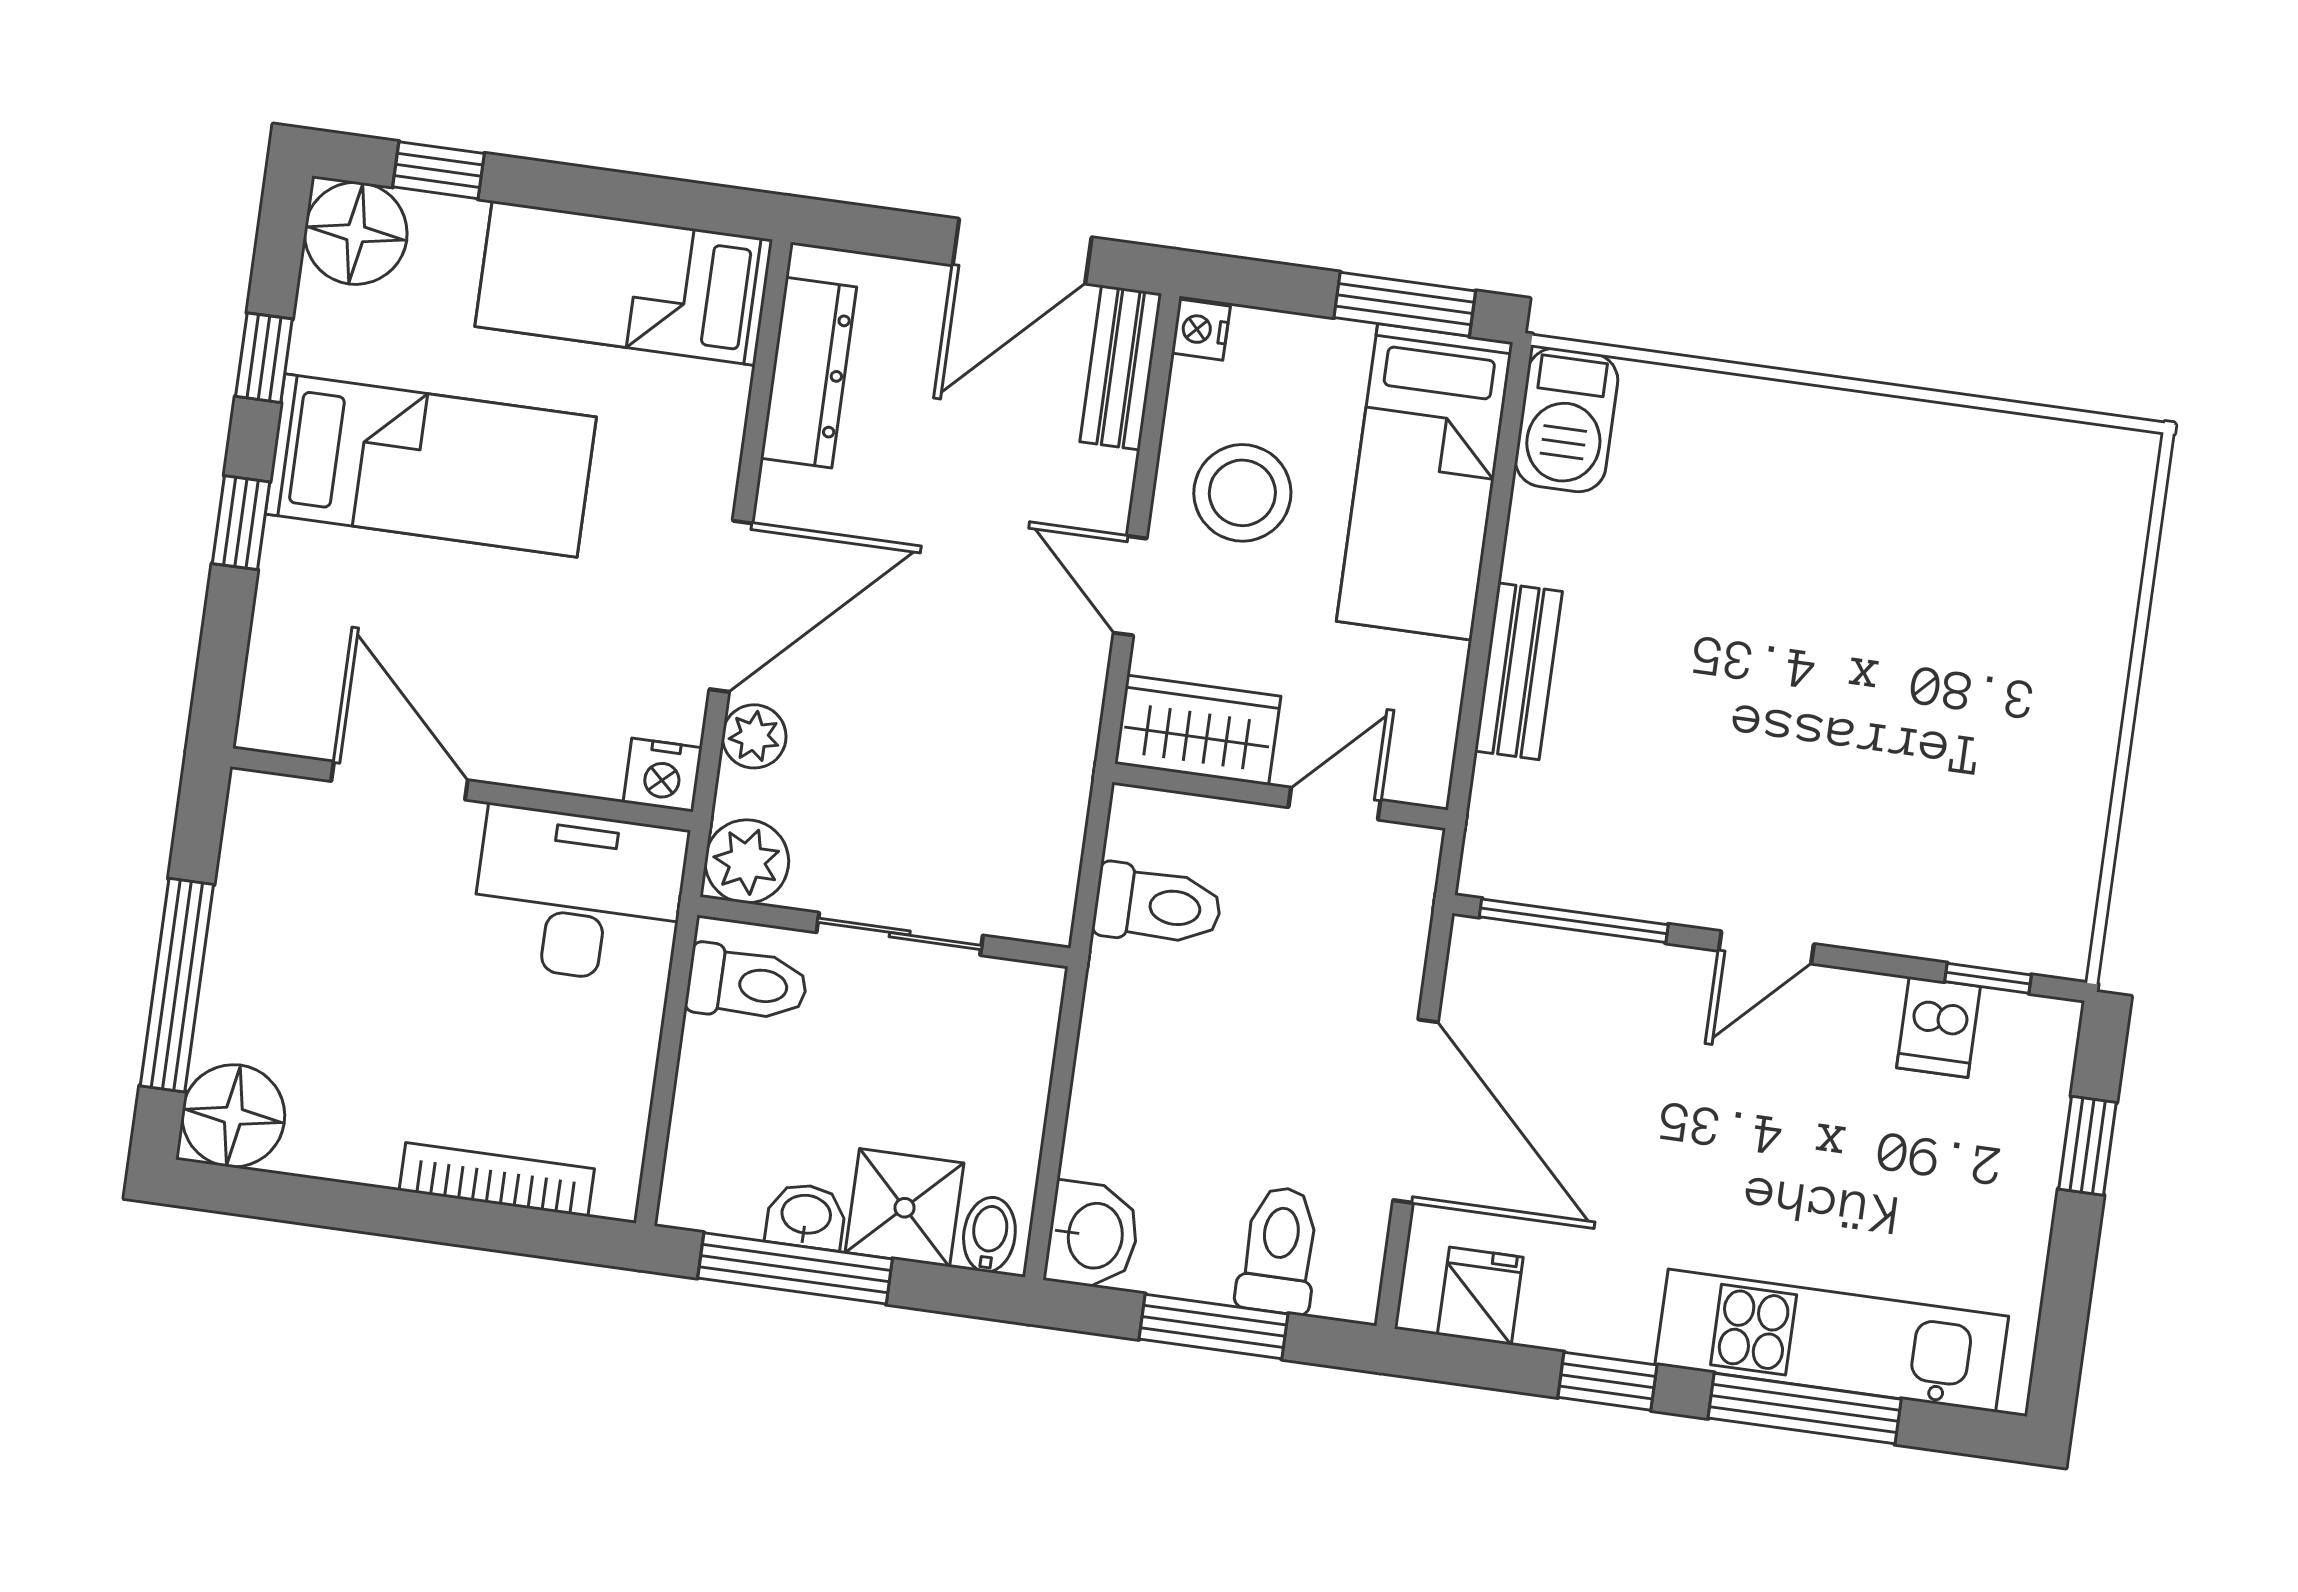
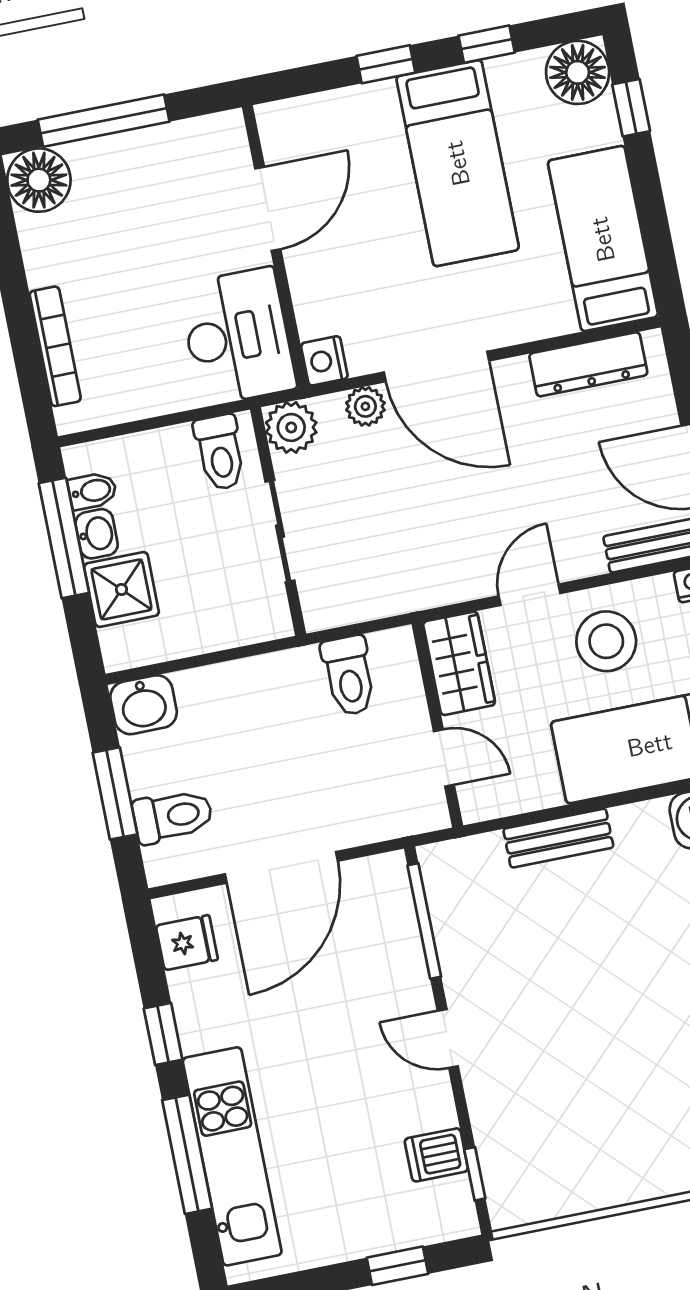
bidet: (989, 1235) -> (92, 491), moved

